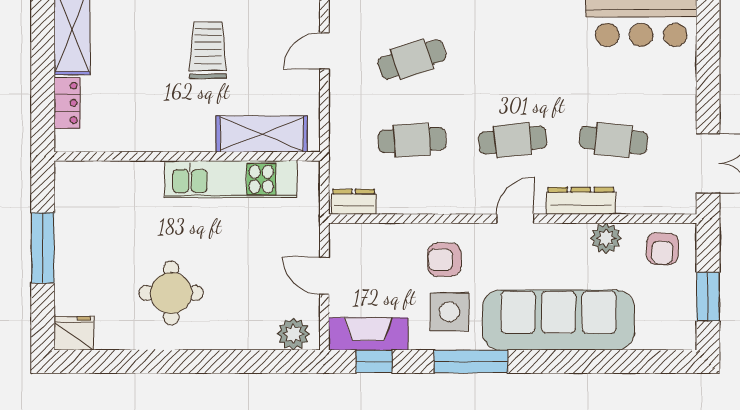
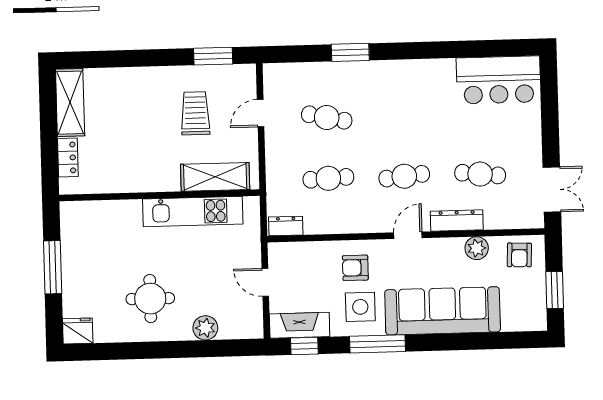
trolley: (208, 50) -> (195, 113), moved
cafe table: (412, 59) -> (327, 117), turned 30
plant: (293, 334) -> (205, 328), moved

